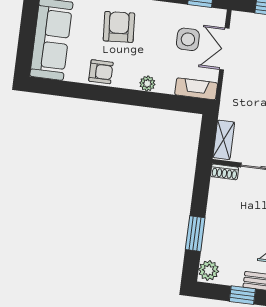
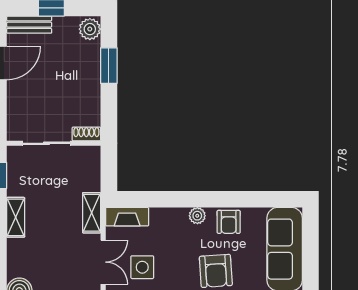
armchair: (101, 72) -> (229, 222), turned -90
plant: (147, 84) -> (197, 216), moved
shelving: (224, 140) -> (92, 213), moved

